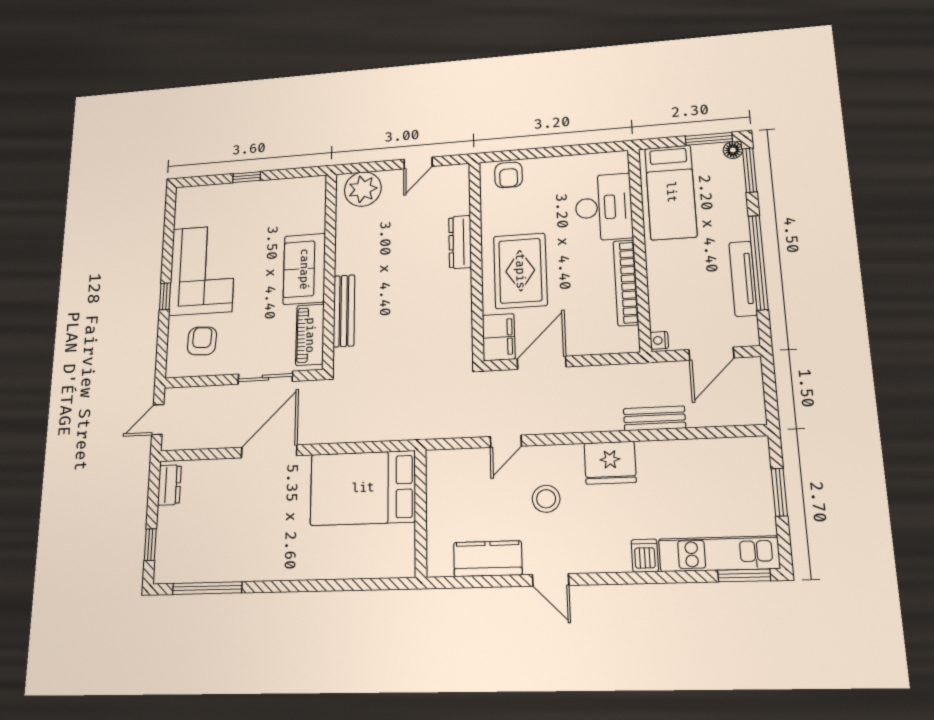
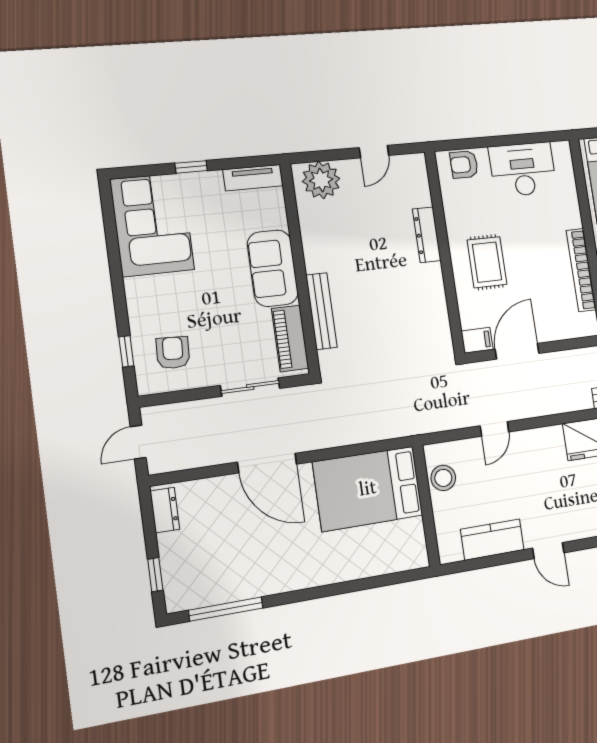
armchair: (509, 175) -> (464, 165), turned 90
tv unit: (300, 187) -> (253, 178), added
desk: (604, 207) -> (523, 169), moved, turned -90
corner sofa: (202, 270) -> (152, 225), moved
rug: (520, 271) -> (487, 262), width x0.73, depth x0.70
window: (165, 296) -> (126, 351), moved
filing cabinet: (499, 337) -> (477, 340), width x0.50
door: (269, 451) -> (267, 463), swing flipped
stool: (546, 499) -> (443, 478), moved

